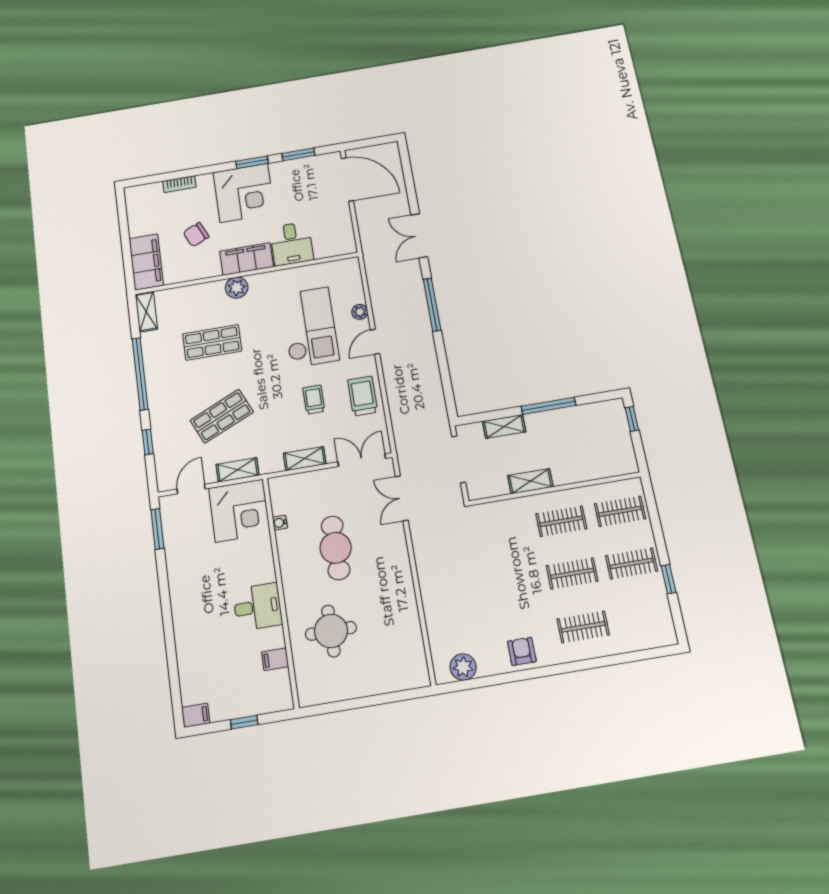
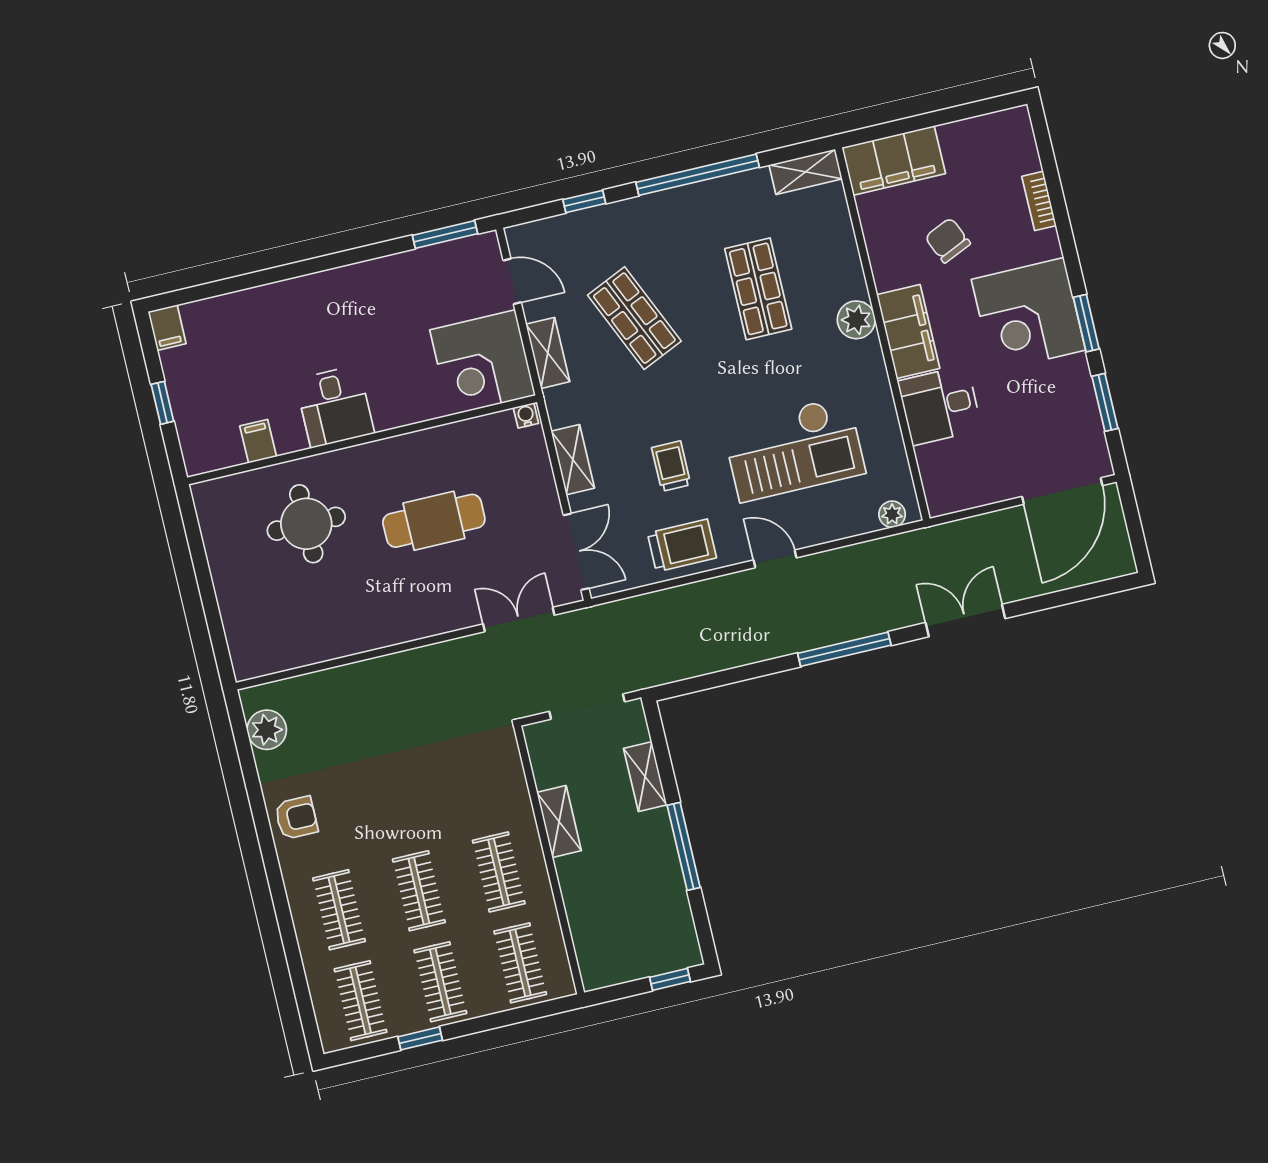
plant: (360, 312) -> (892, 514), moved
trolley: (314, 400) -> (671, 466), turned -90
water cooler: (280, 523) -> (526, 415), moved
clothes rail: (643, 617) -> (361, 1001), added

